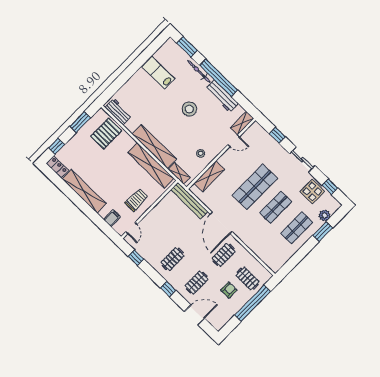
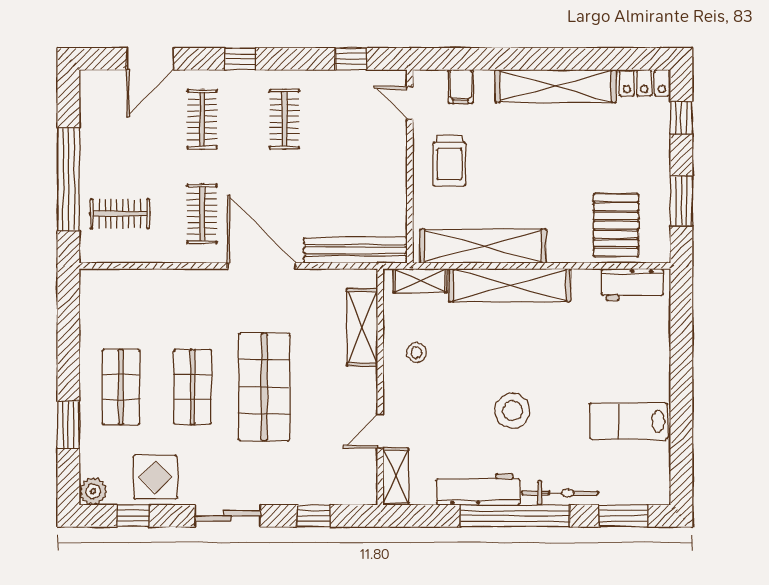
lab bench: (158, 73) -> (629, 421), turned 180
plant: (325, 215) -> (93, 491), moved
armchair: (229, 290) -> (133, 162), removed

